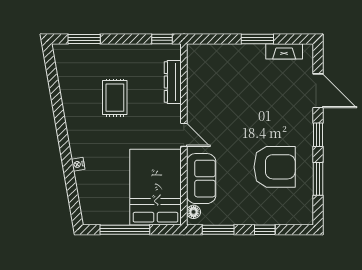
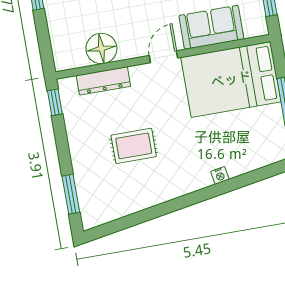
floor lamp: (194, 212) -> (101, 49), moved, width x1.89, depth x1.89

